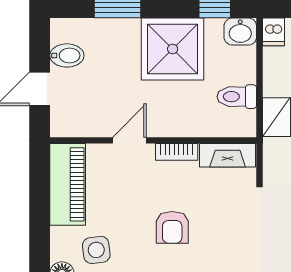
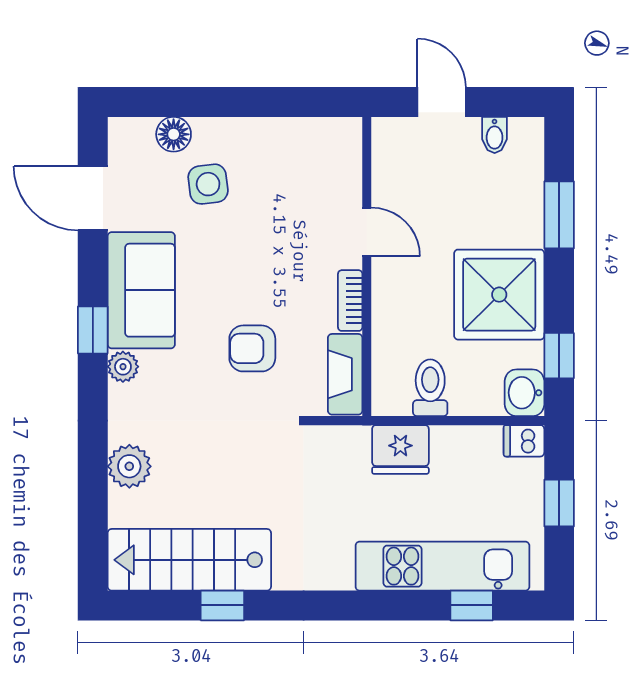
bidet: (67, 55) -> (495, 135), width x0.72, depth x0.74
piano: (68, 184) -> (303, 143), removed
armchair: (172, 227) -> (252, 348), moved

